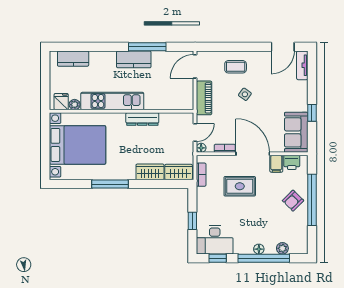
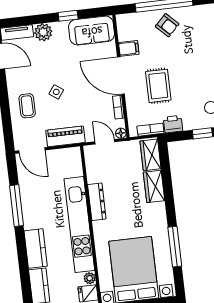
kitchen counter: (134, 59) -> (36, 249), moved
plant: (300, 89) -> (43, 32), added
kitchen unit: (112, 101) -> (79, 225), width x1.36
door: (253, 154) -> (121, 76), hinge flipped
printer: (292, 162) -> (173, 124), moved, turned -90
window: (110, 184) -> (175, 247), moved

